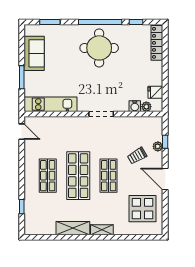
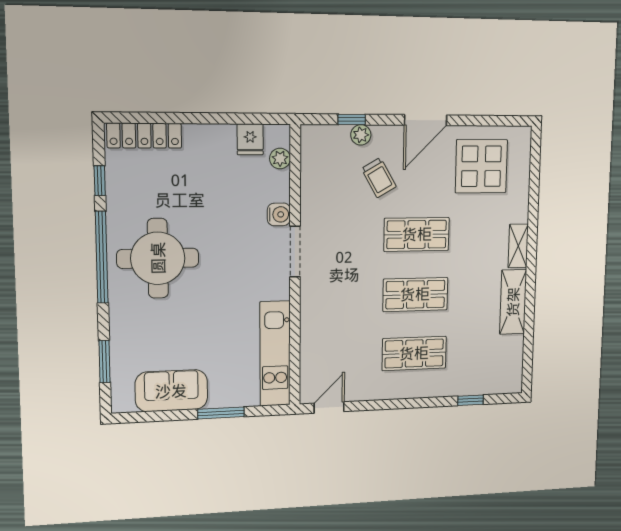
water cooler: (135, 106) -> (279, 214), moved
shop shelf: (78, 176) -> (415, 294), width x0.70, depth x0.74

